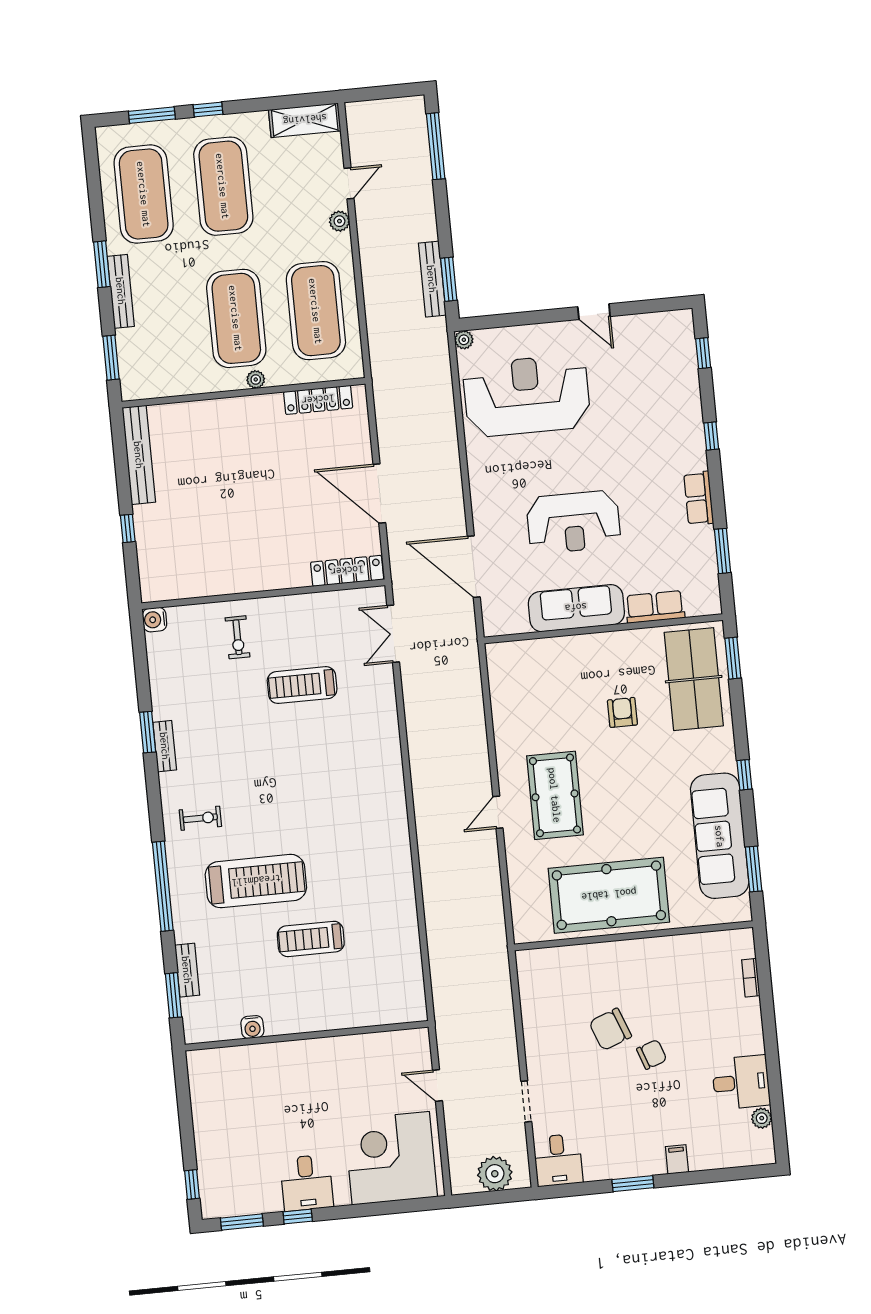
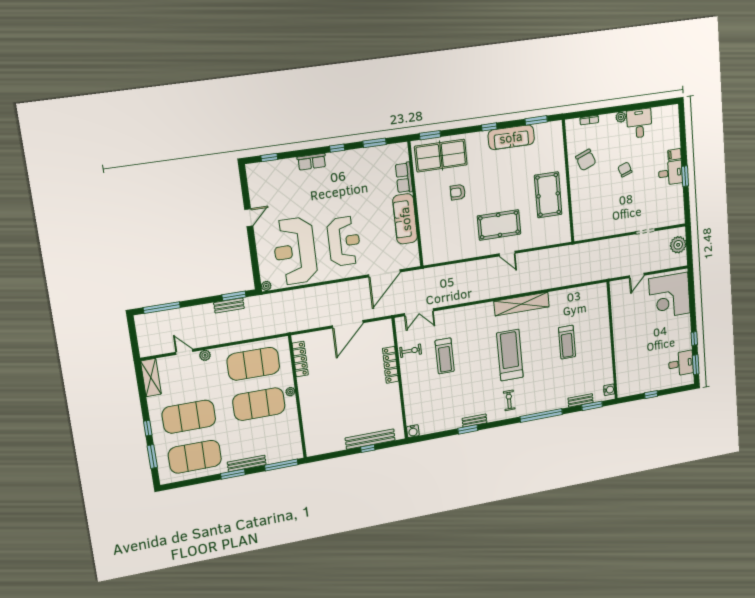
bench: (432, 279) -> (229, 305), width x0.73
window: (111, 358) -> (281, 465), width x1.44
window: (711, 436) -> (337, 148), moved
bench: (139, 455) -> (370, 439), moved
row of seats: (699, 498) -> (312, 162), moved
reception desk: (573, 522) -> (344, 241), moved
locker: (347, 571) -> (391, 365), moved
exercise bike: (238, 637) -> (411, 351), moved
sofa: (720, 836) -> (511, 137), width x0.74, depth x0.79
shelving: (395, 843) -> (522, 304), added
treadmill: (256, 881) -> (510, 355), moved
pool table: (609, 895) -> (548, 195), width x0.73, depth x0.76
water cooler: (252, 1027) -> (609, 390), moved
chair: (610, 1029) -> (586, 160), moved
plant: (762, 1118) -> (621, 117), moved
desk: (558, 1160) -> (670, 173), moved
desk: (307, 1183) -> (681, 363), moved
window: (192, 1184) -> (651, 395), moved

